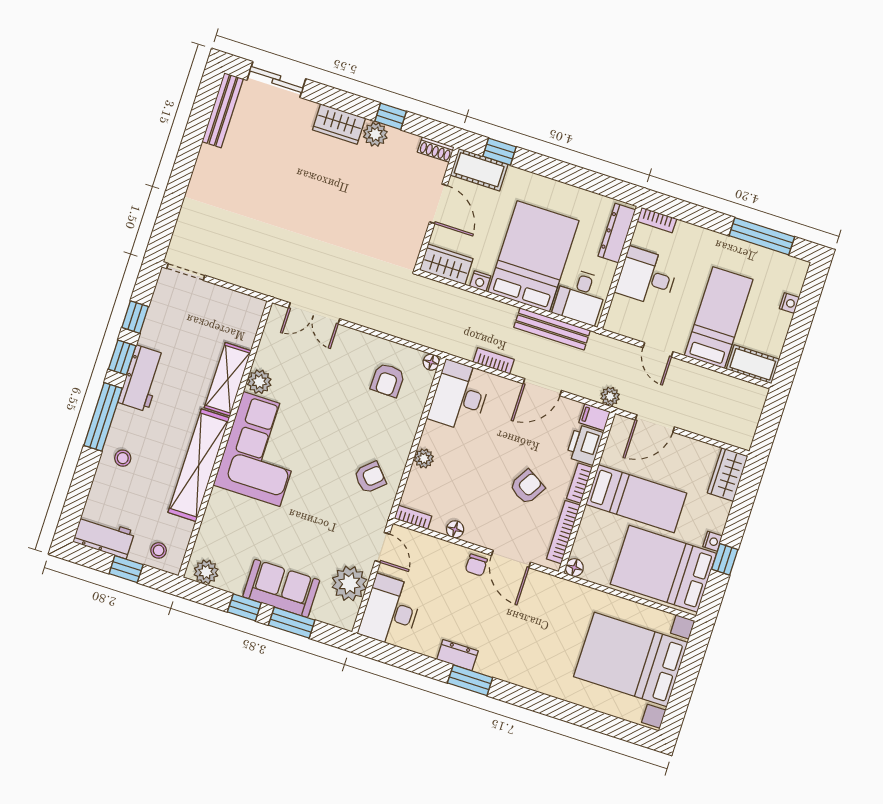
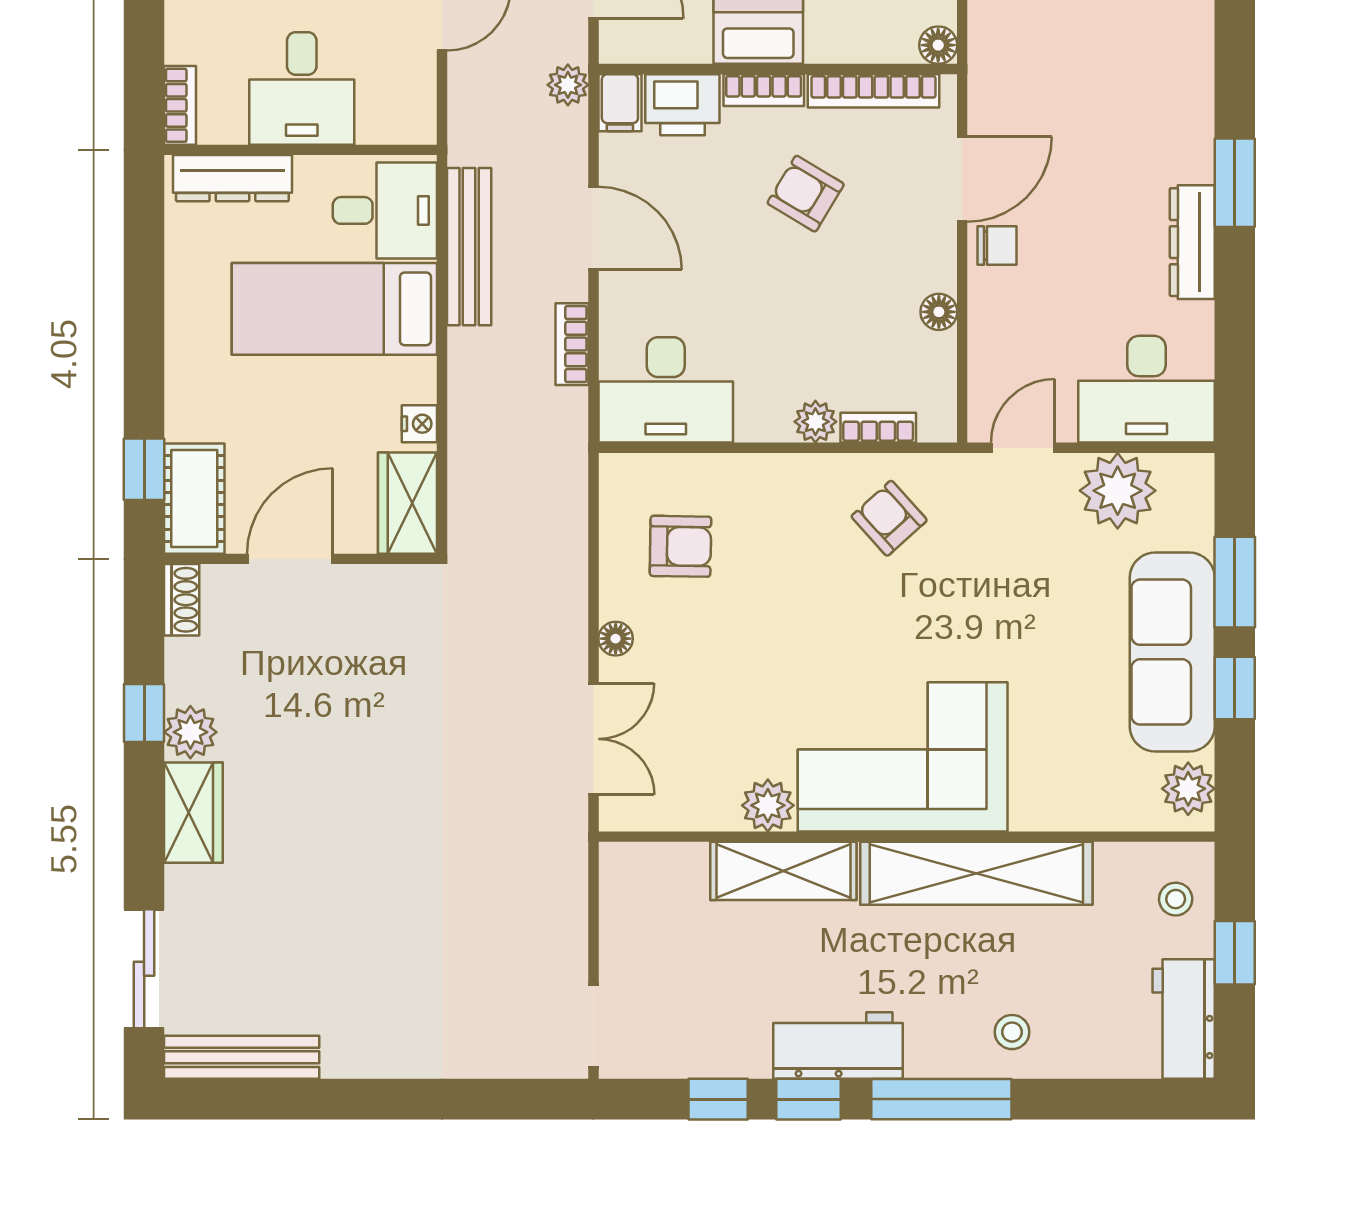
bed: (533, 256) -> (334, 309), width x0.67
floor lamp: (431, 362) -> (616, 639), moved
bookcase: (413, 517) -> (878, 428), moved, turned 90
sofa: (281, 588) -> (1172, 652), width x1.36
dresser: (457, 655) -> (1192, 242), width x1.44

